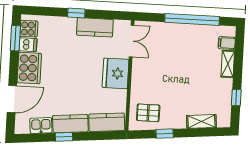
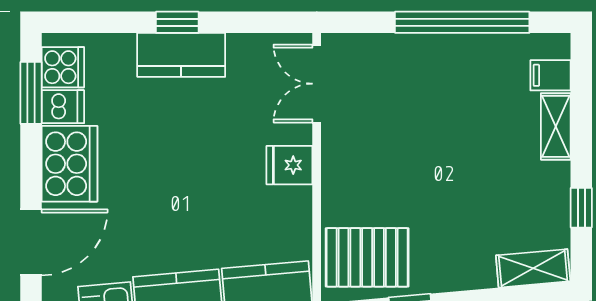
kitchen counter: (95, 27) -> (181, 55), moved
double door: (132, 41) -> (317, 84), swing flipped
fridge: (116, 73) -> (289, 165), width x0.53, depth x0.75
pallet: (148, 113) -> (367, 257), width x1.50, depth x1.42
shelving: (201, 121) -> (533, 268), moved

